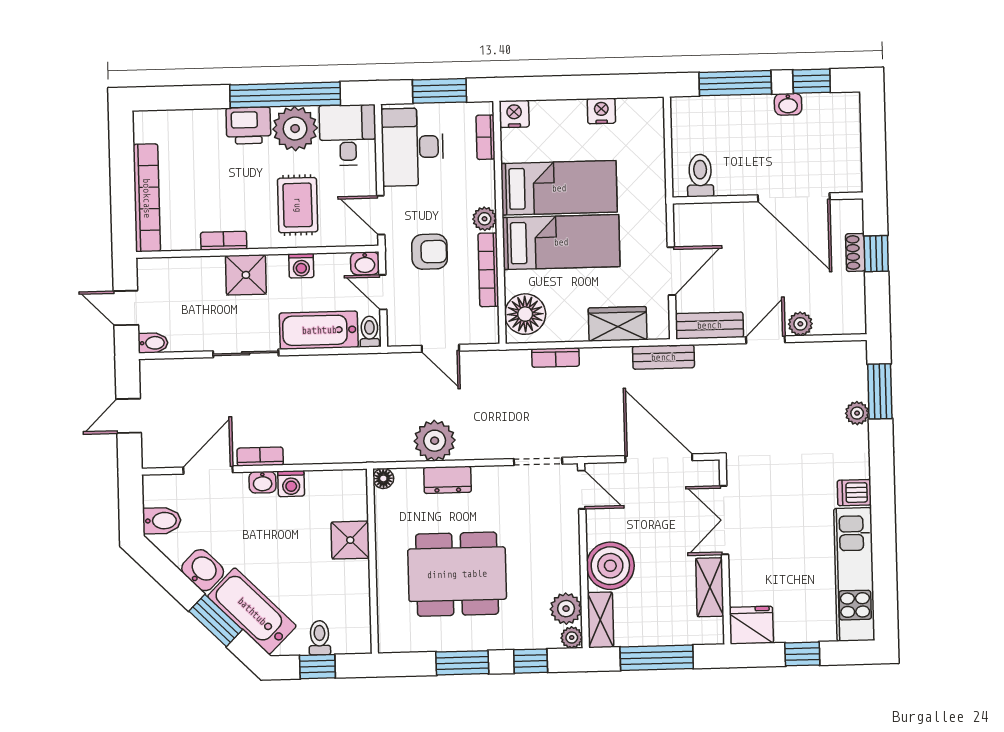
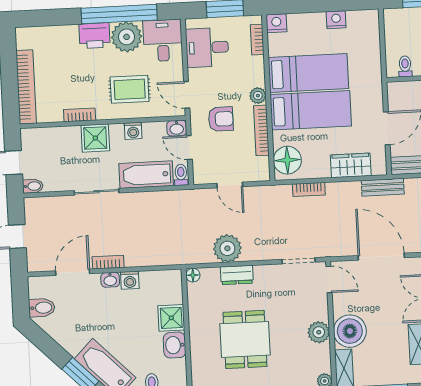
desk: (412, 147) -> (207, 48), width x0.73
toilet: (700, 176) -> (405, 66), width x0.73, depth x0.72
rug: (298, 205) -> (130, 89), turned 90
washbasin: (203, 570) -> (175, 345), moved, turned -135
dining table: (457, 574) -> (245, 339), width x0.73
plant: (566, 609) -> (319, 332), moved

